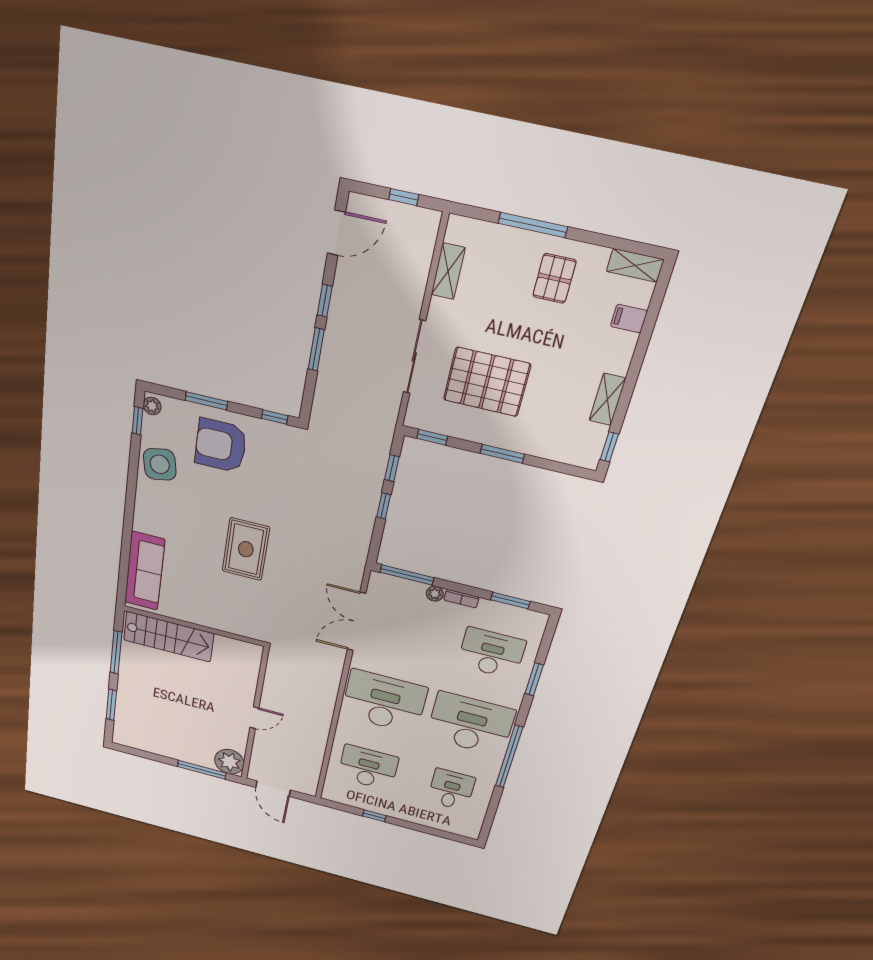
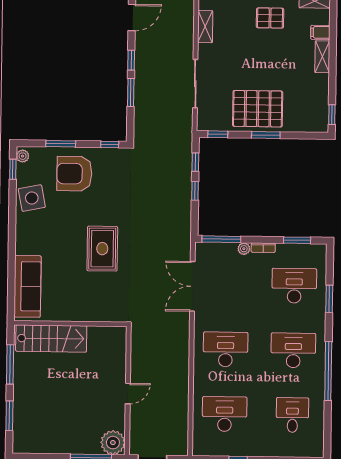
pallet: (554, 278) -> (270, 18), turned 90
pallet: (487, 382) -> (258, 109), moved
shelving: (607, 399) -> (322, 57), moved
desk: (384, 702) -> (225, 349), width x0.73, depth x0.77
desk: (471, 724) -> (293, 350), width x0.73, depth x0.77

